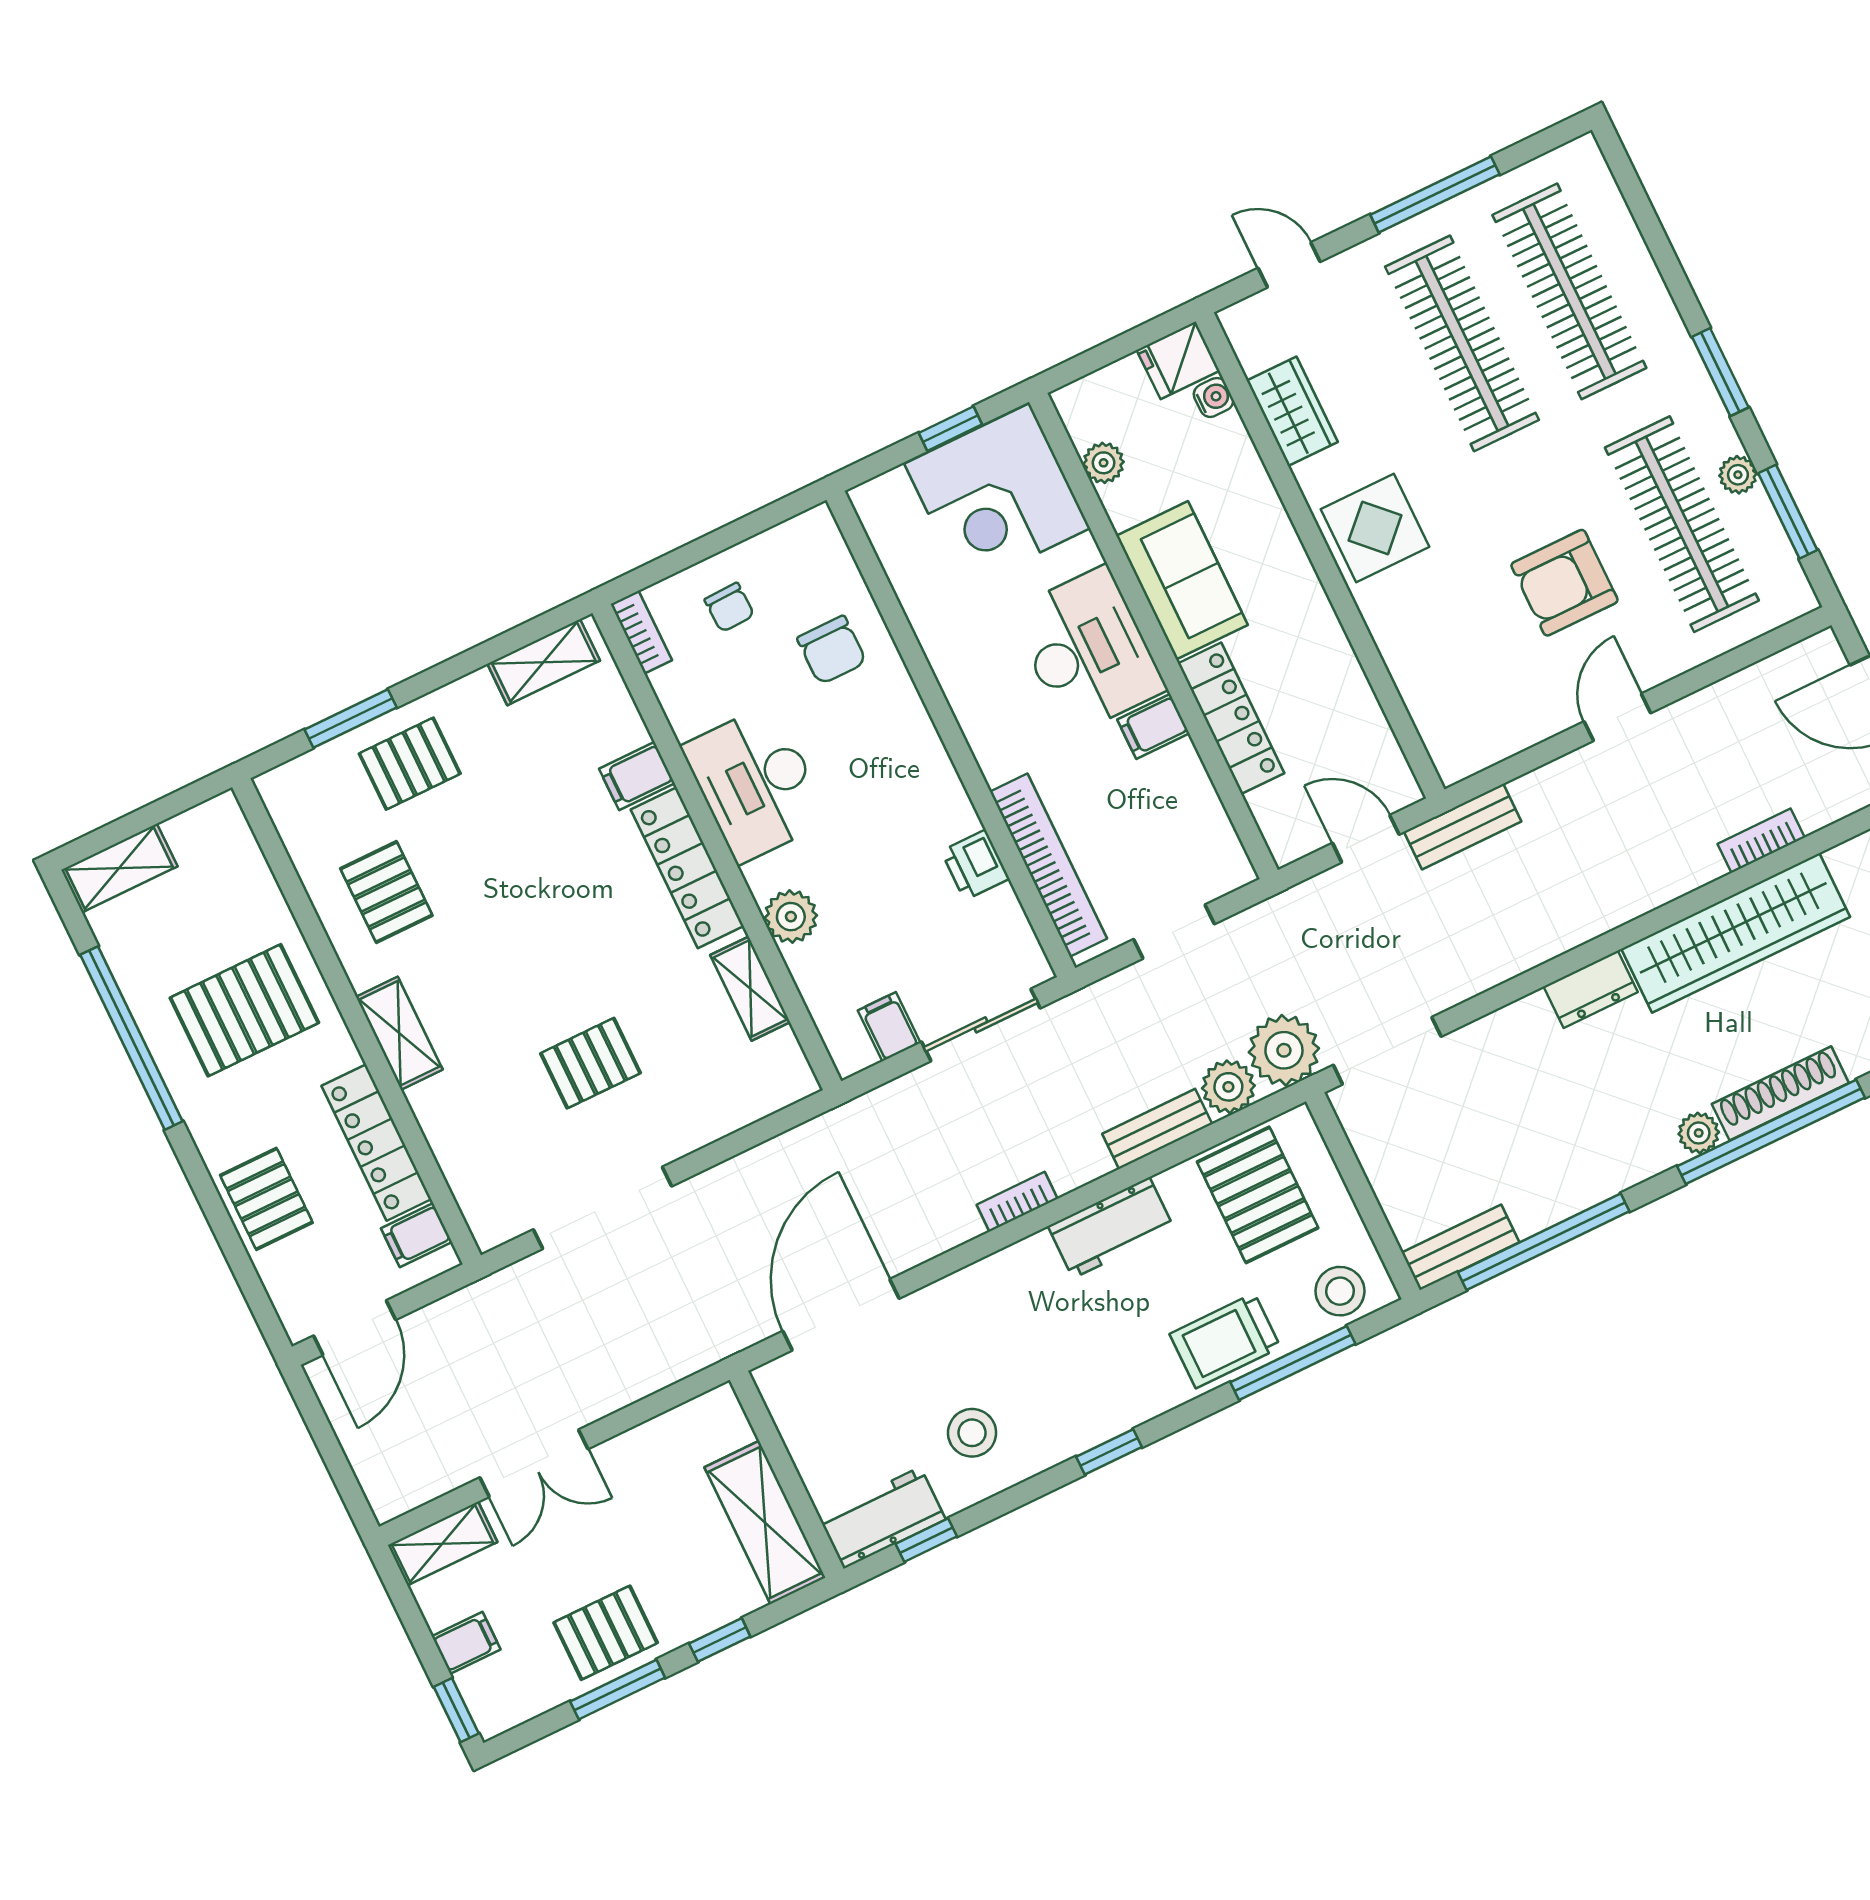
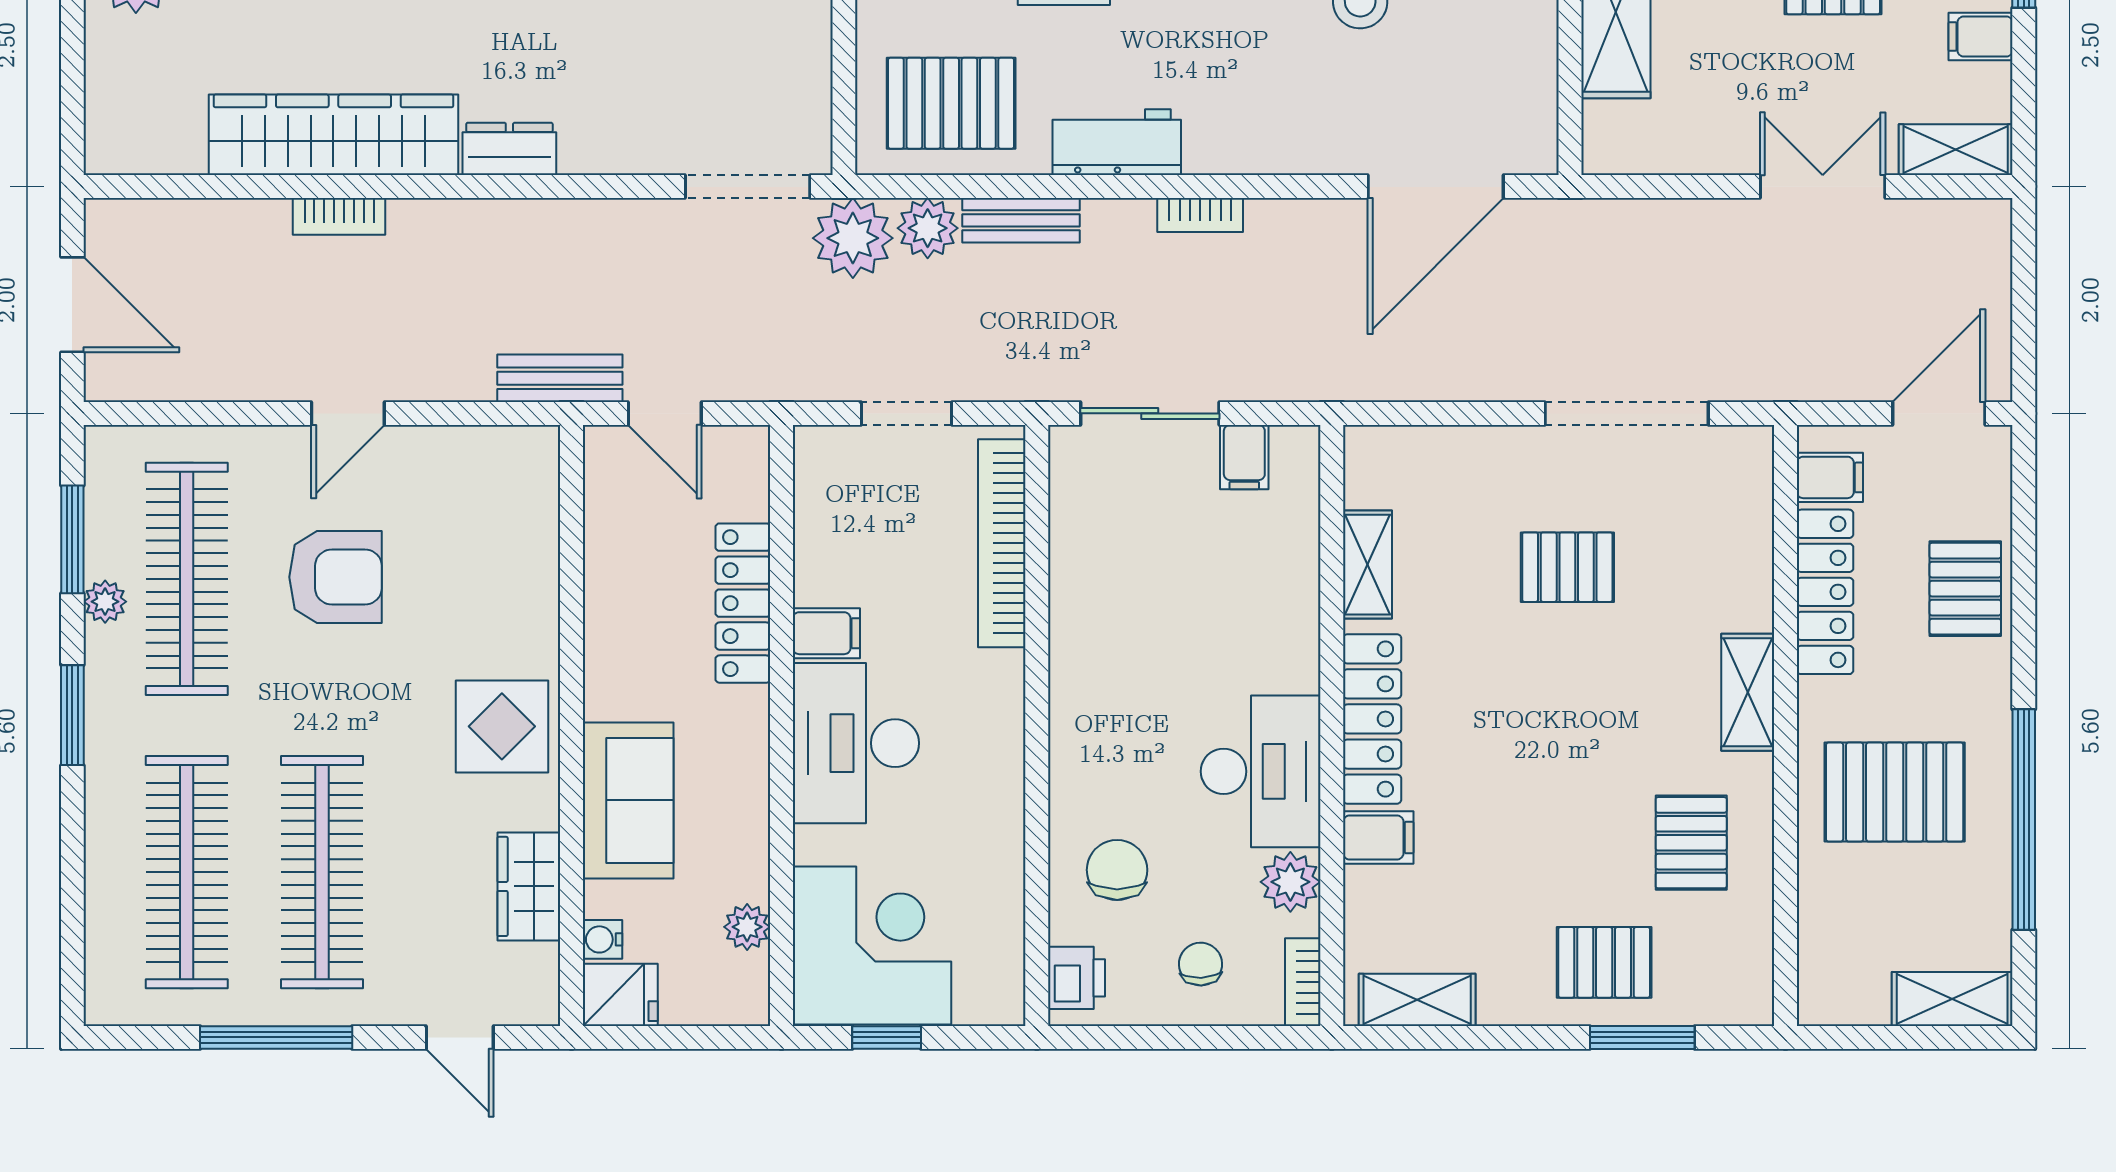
sofa: (1182, 580) -> (628, 800), moved, turned 180
bookcase: (1761, 841) -> (339, 216), moved
printer: (975, 865) -> (1076, 978), moved
plant: (791, 917) -> (1290, 882), moved
pallet: (1258, 1195) -> (951, 103), turned 90

